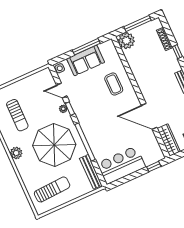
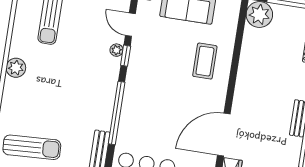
door: (149, 116) -> (224, 135), hinge flipped
parasol: (54, 145) -> (73, 90), removed

